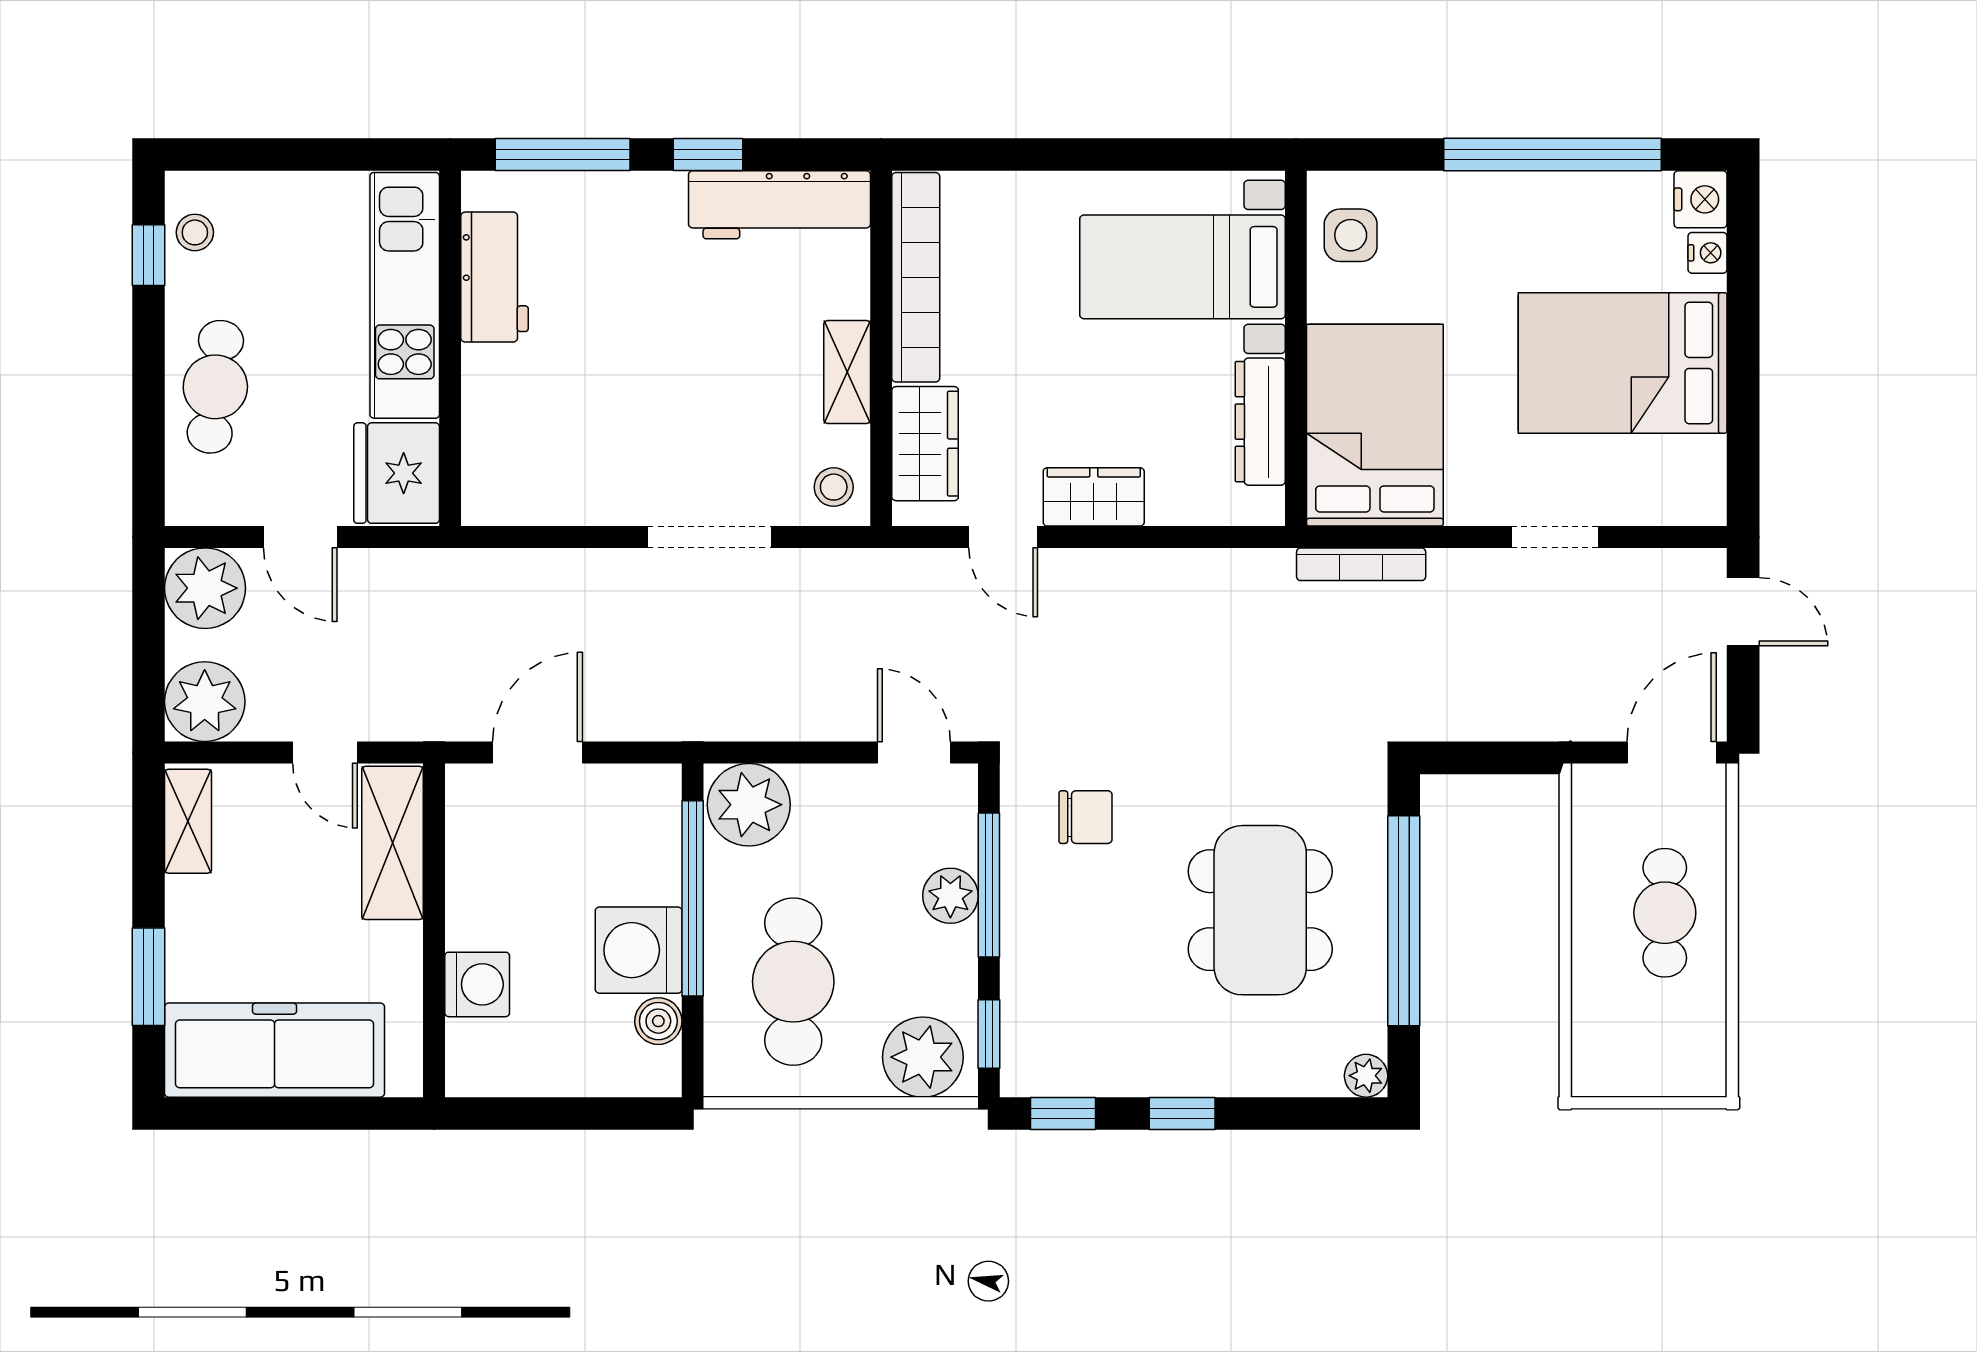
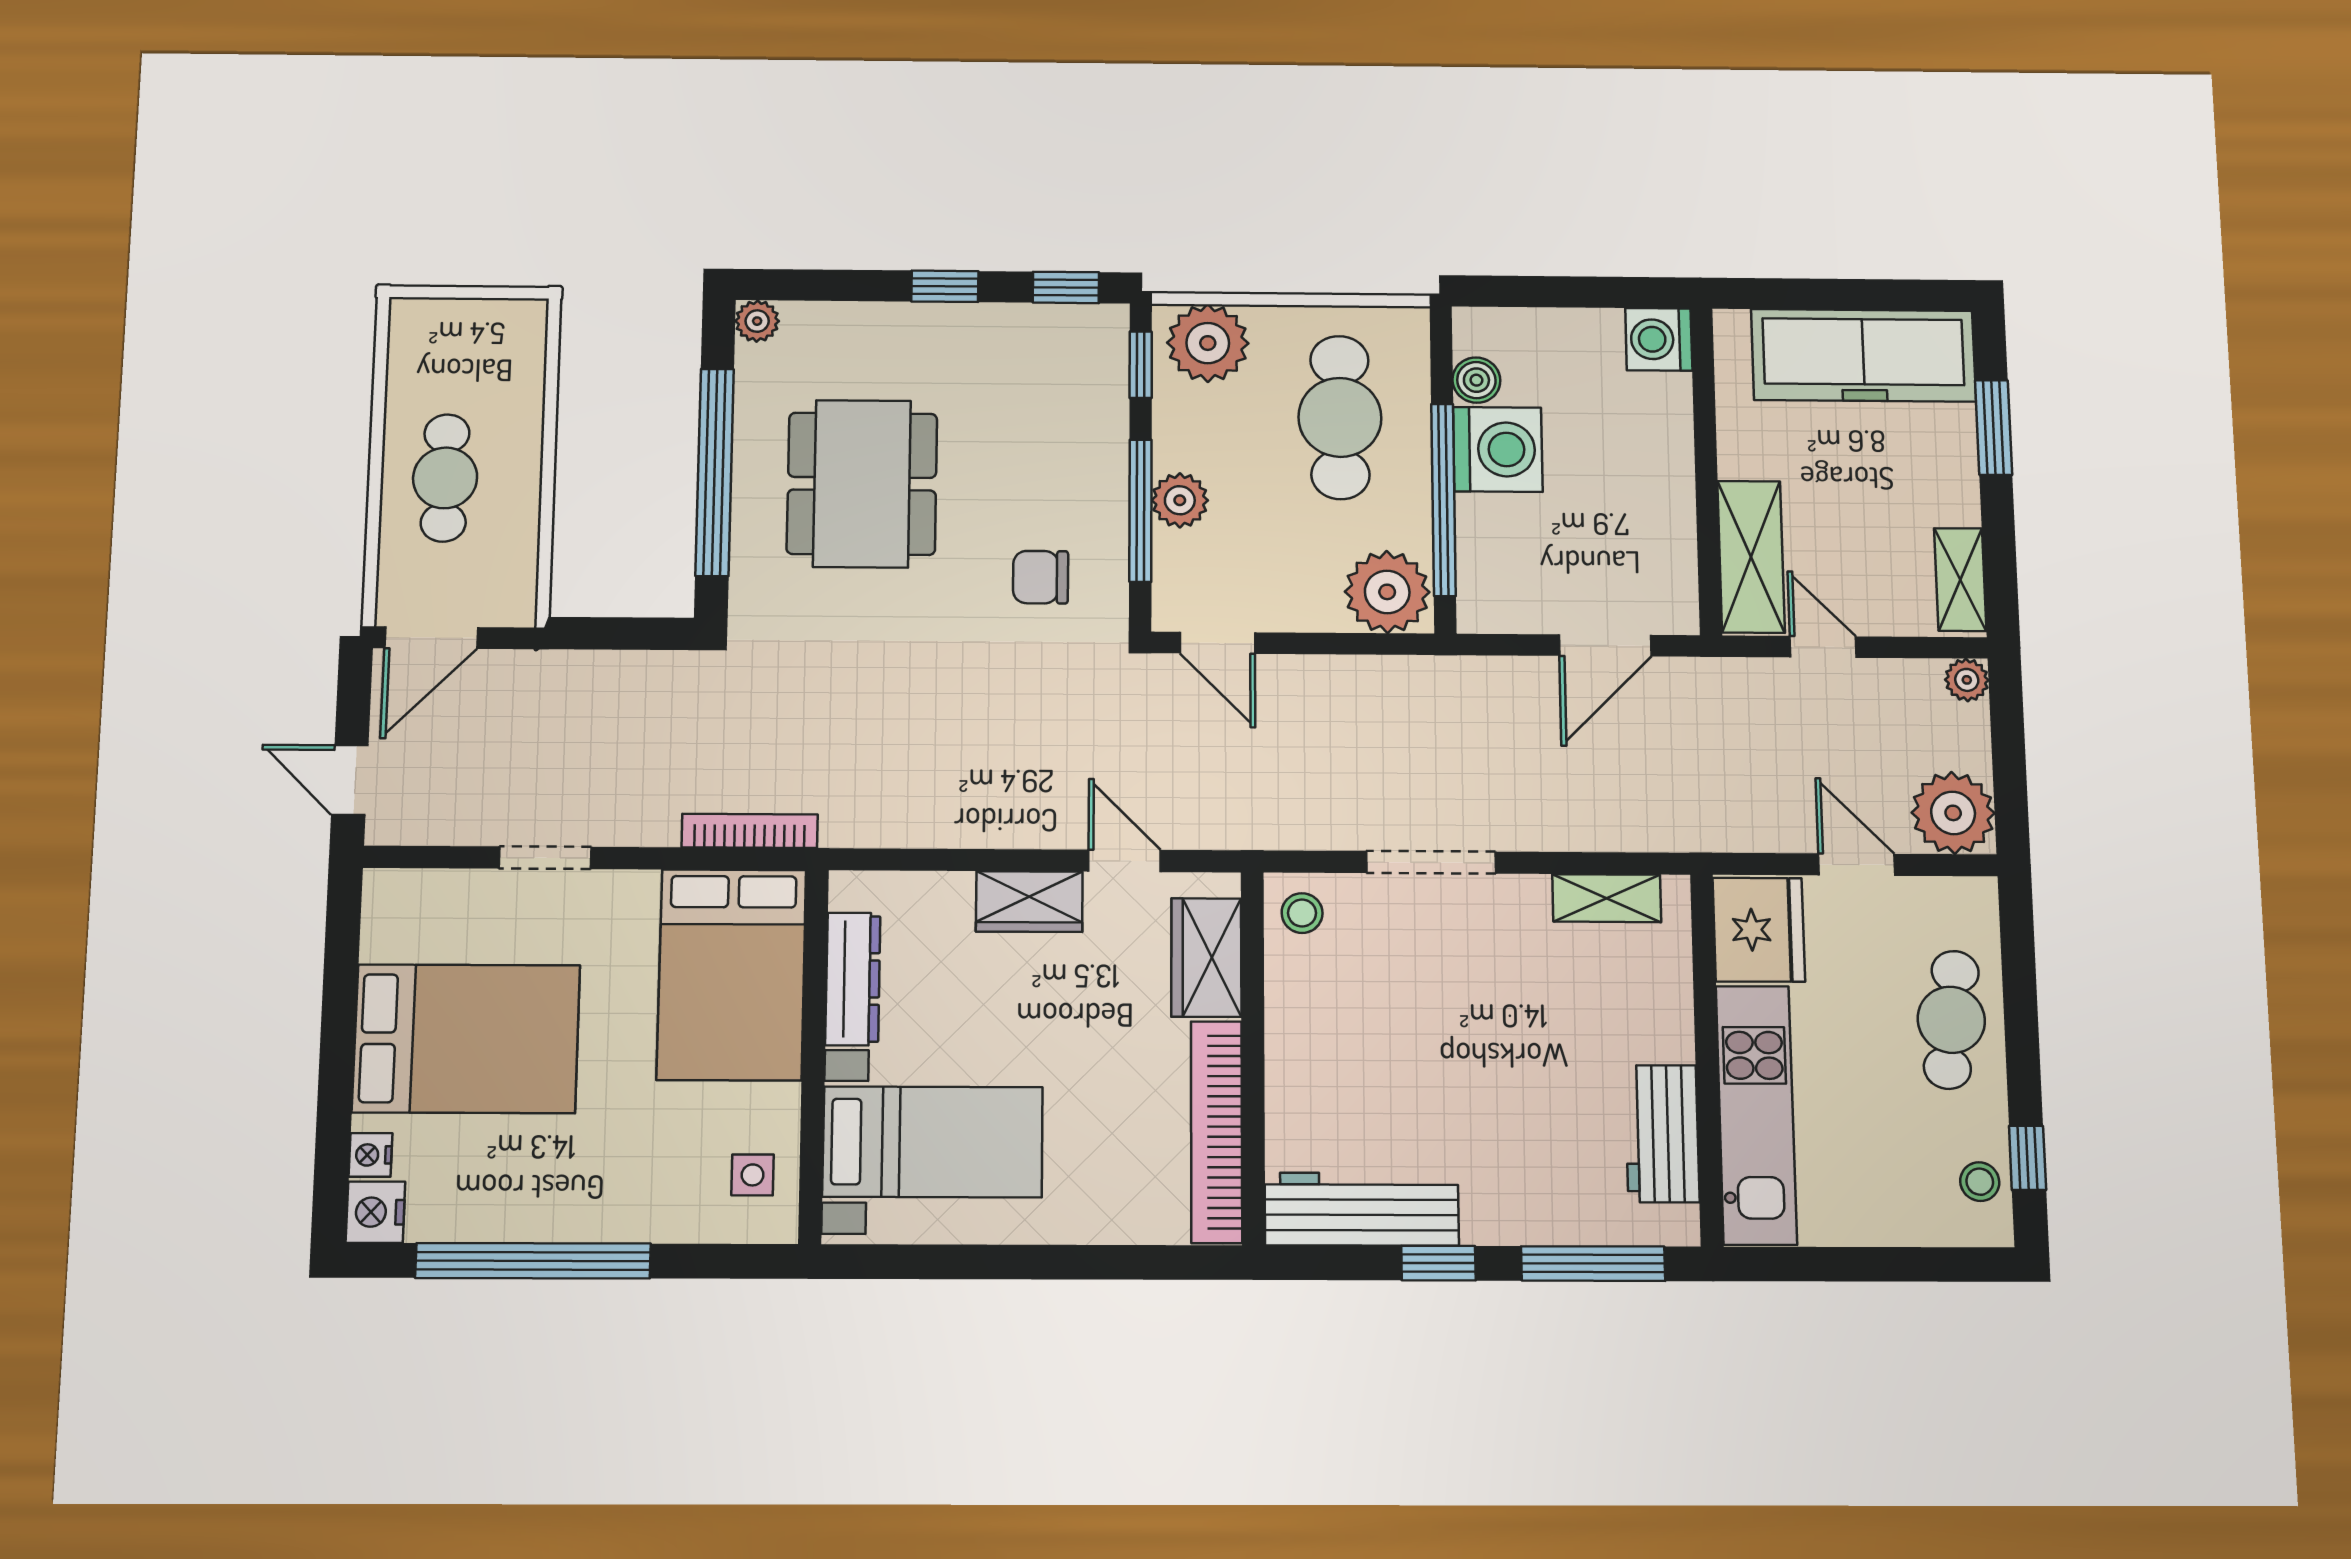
side table: (1351, 235) -> (753, 1175), width x0.73, depth x0.73
shelving: (847, 372) -> (1607, 898), moved, turned 90
plant: (205, 702) -> (1967, 680), width x0.53, depth x0.53
washing machine: (477, 984) -> (1659, 339), moved

